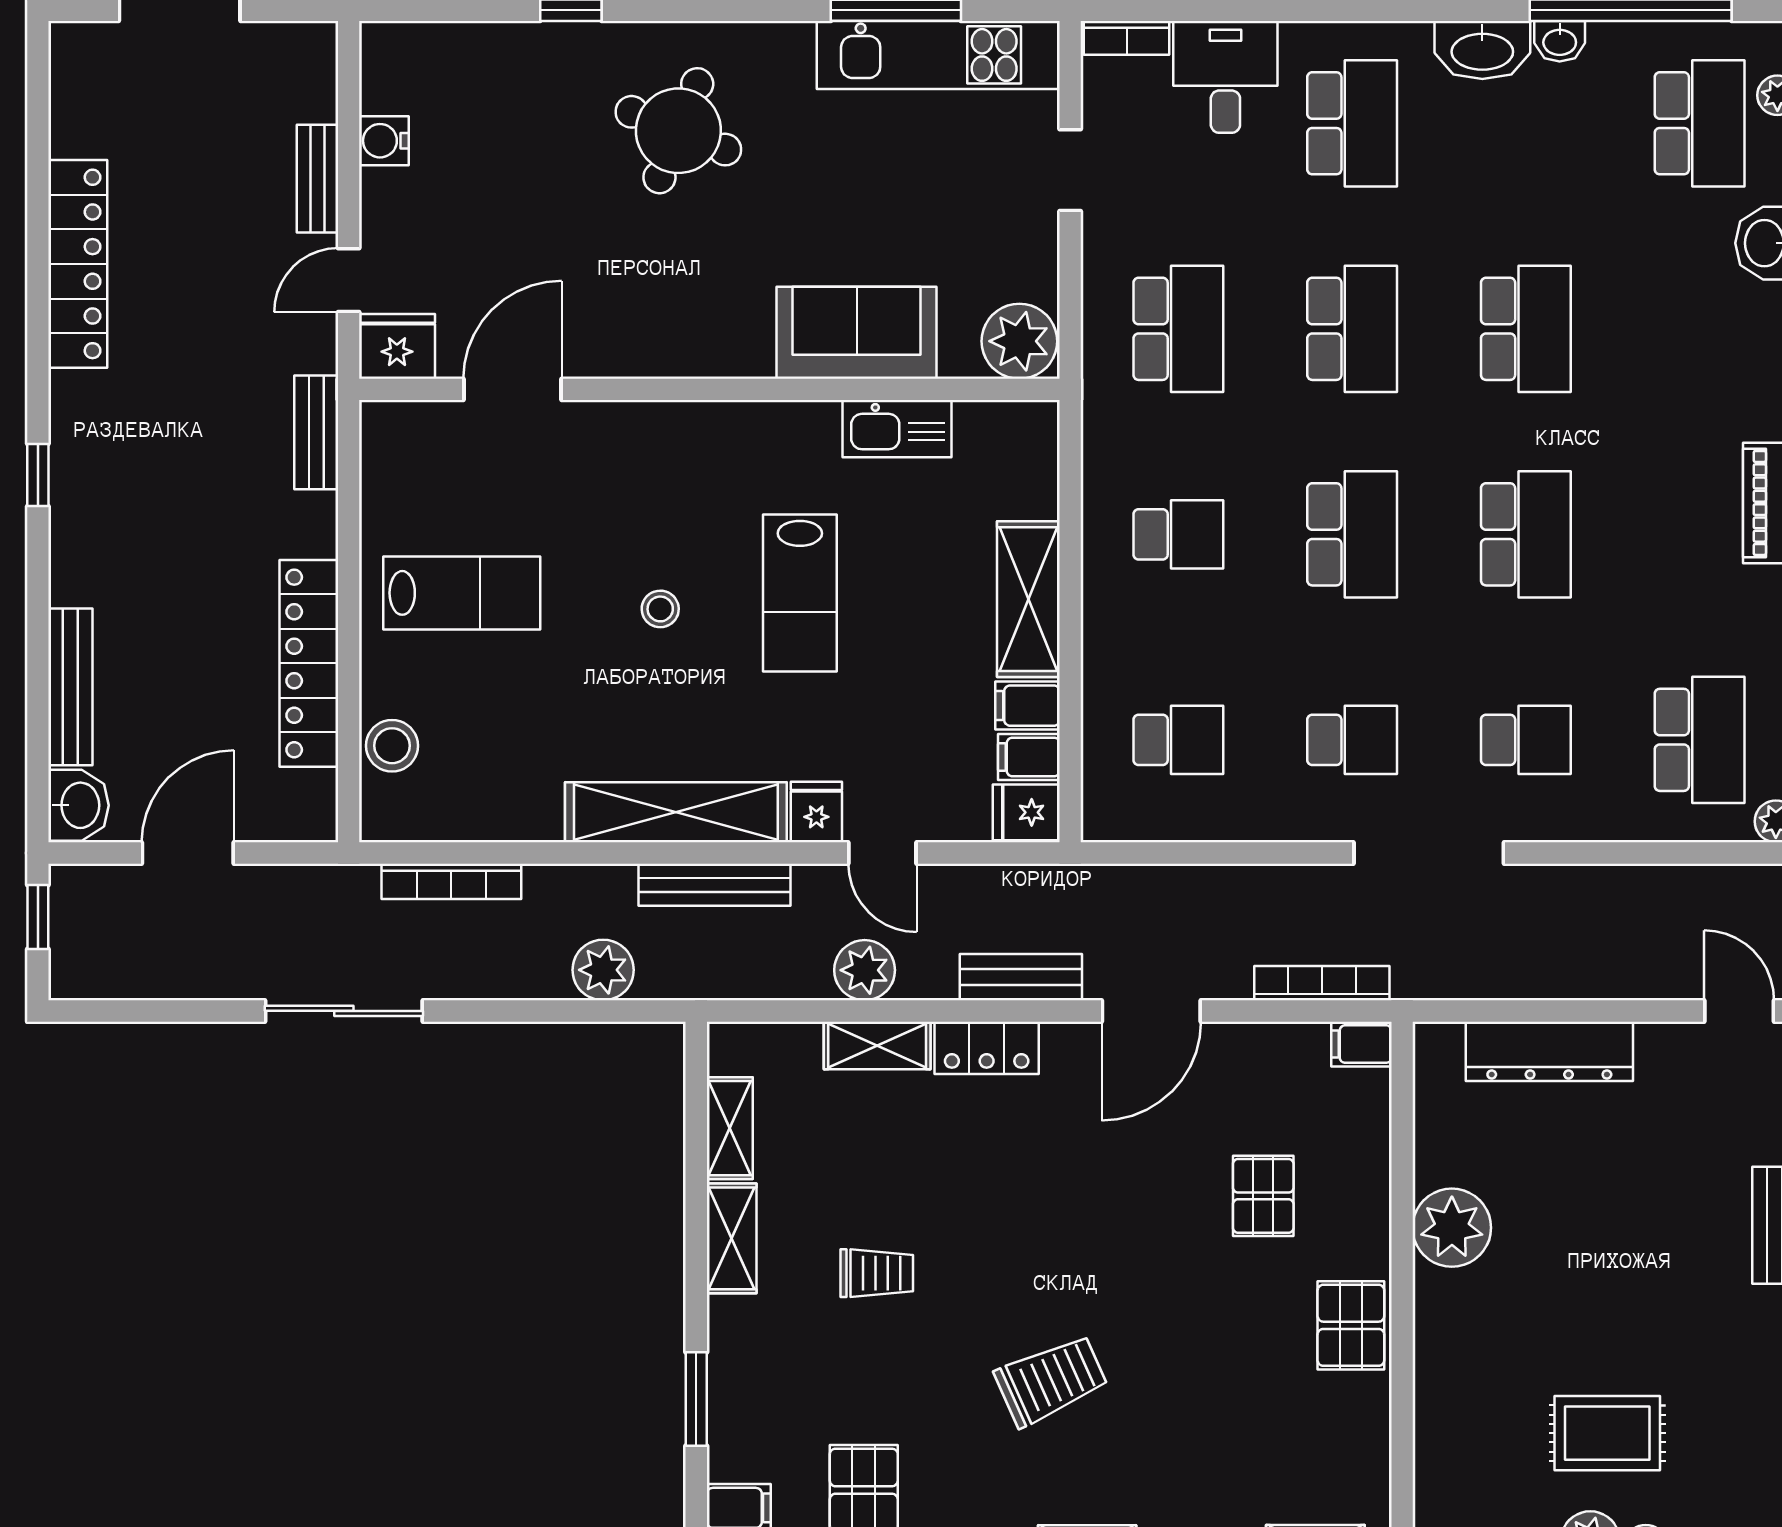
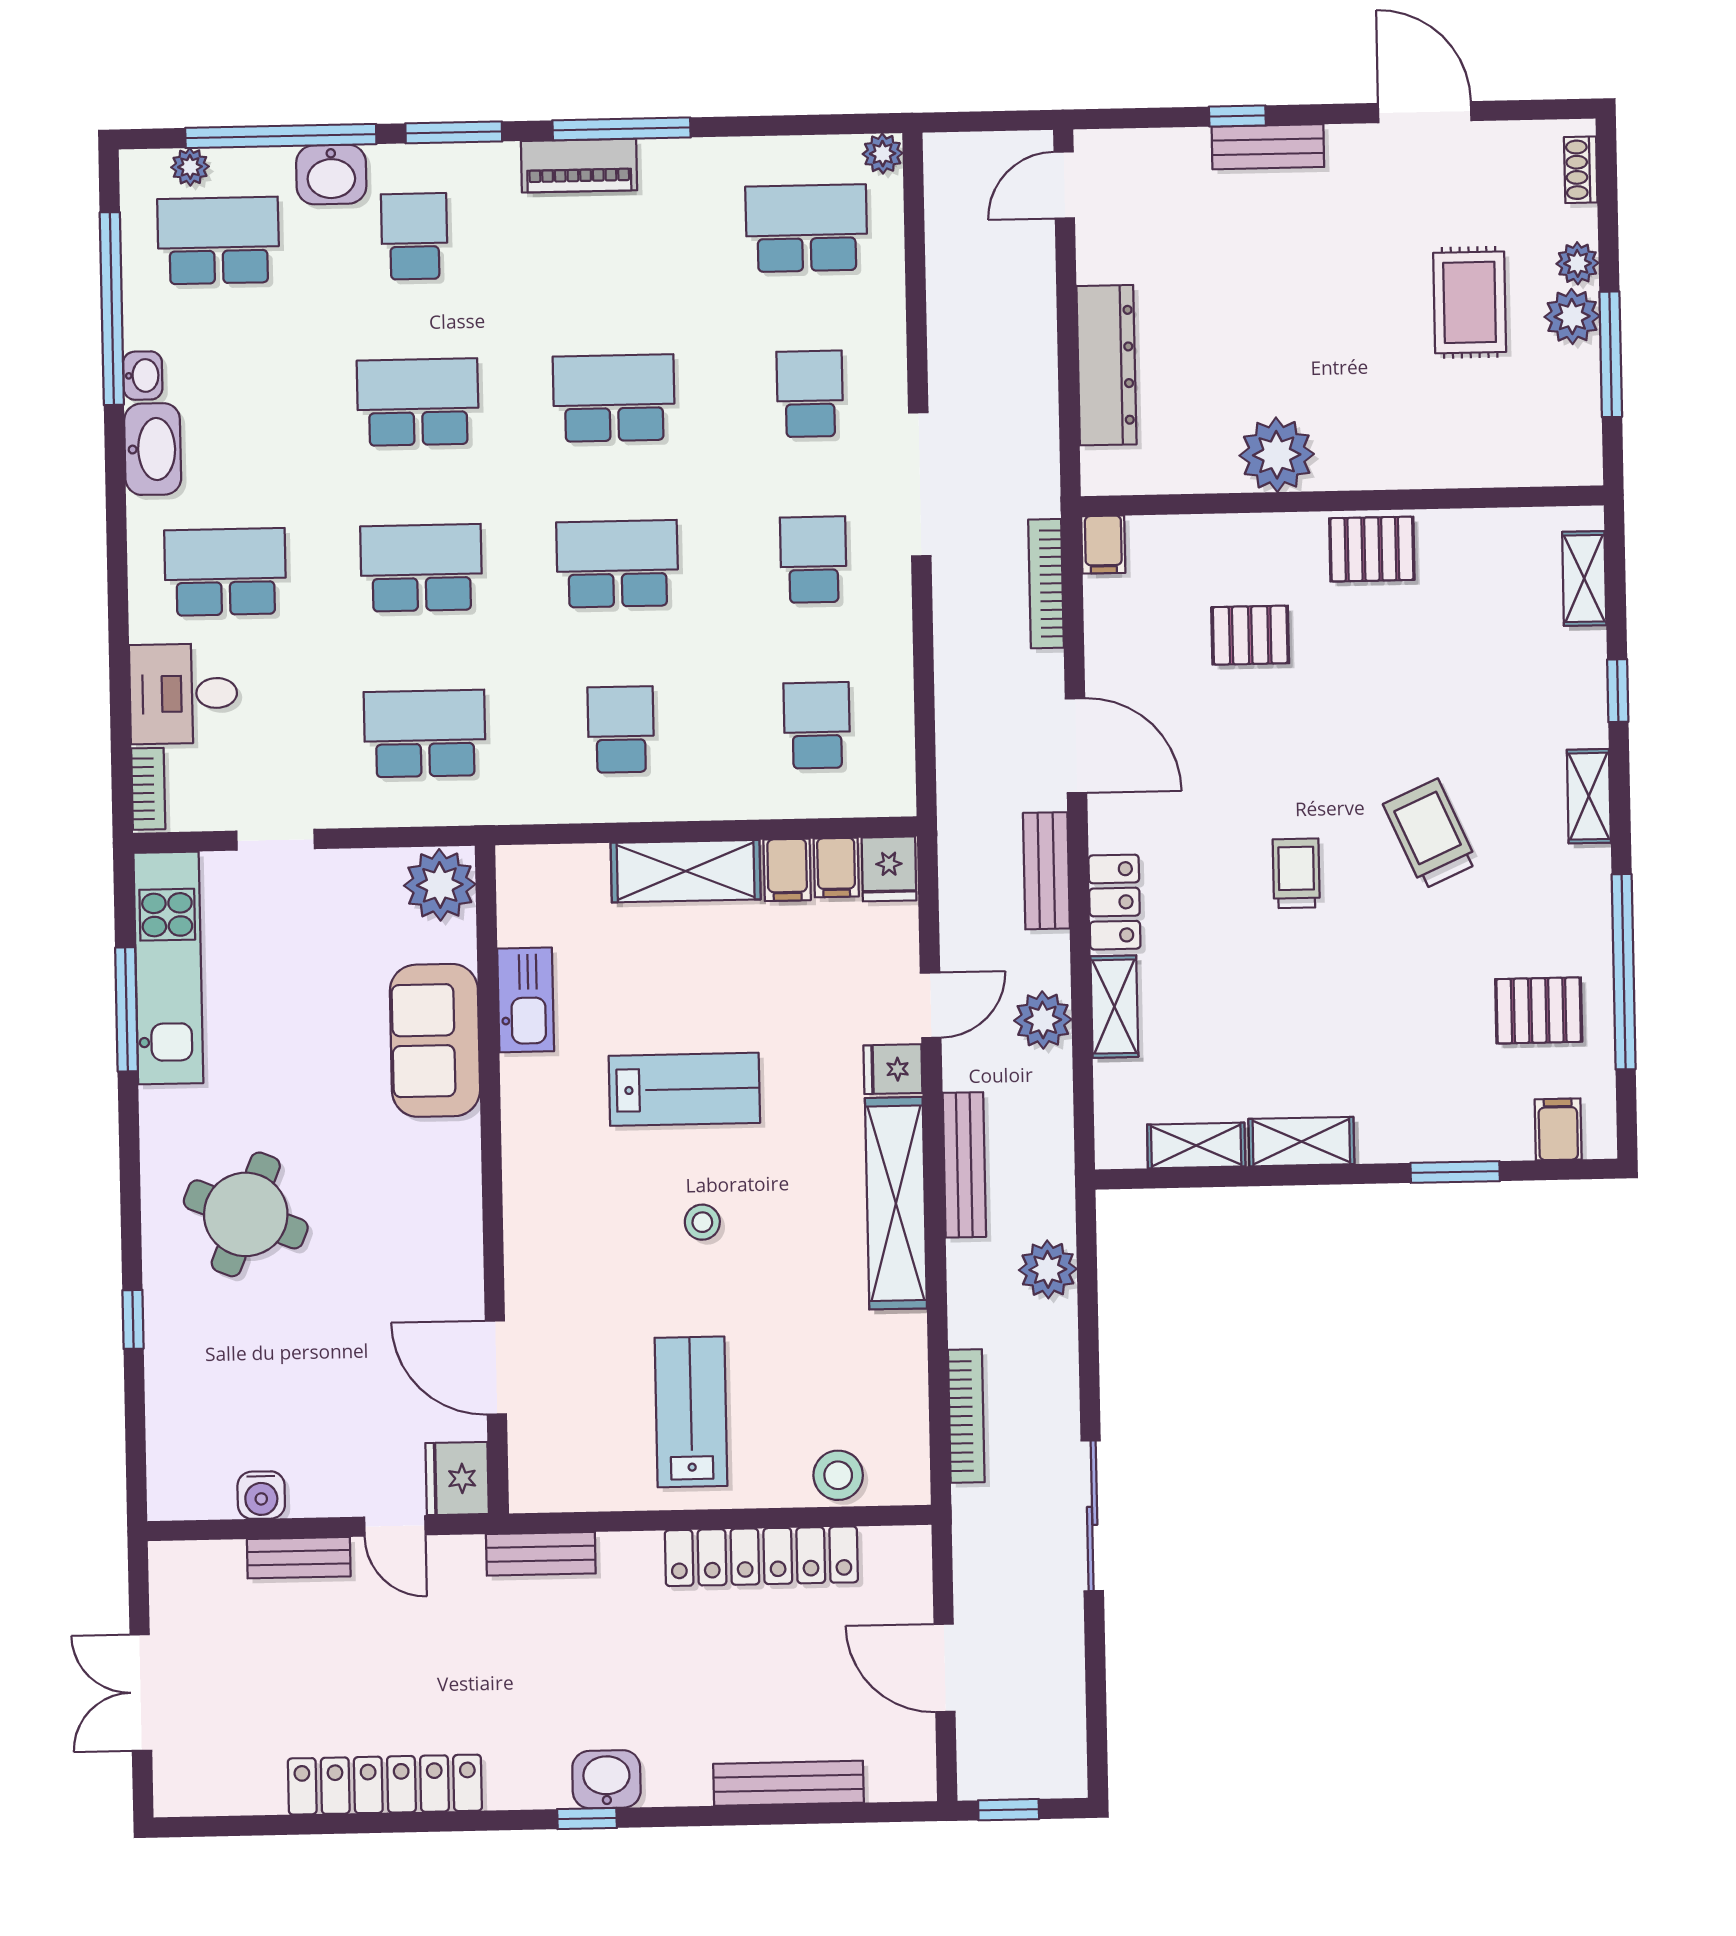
school desk: (1700, 329) -> (414, 236), added
washbasin: (79, 805) -> (606, 1779), moved
trolley: (877, 1273) -> (1296, 873), moved

